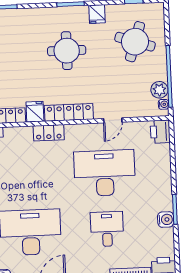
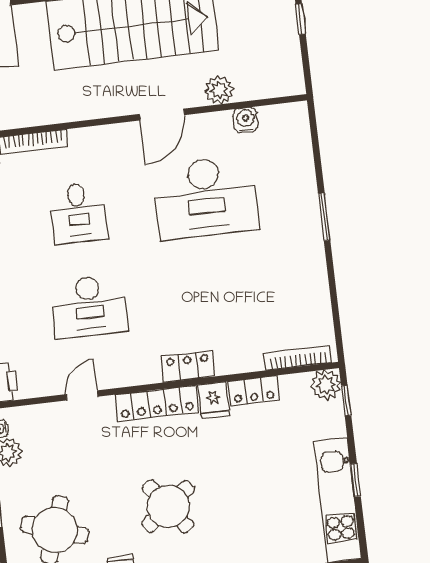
round table: (67, 51) -> (168, 506), turned -37
desk: (105, 173) -> (89, 306), width x0.73, depth x0.77

